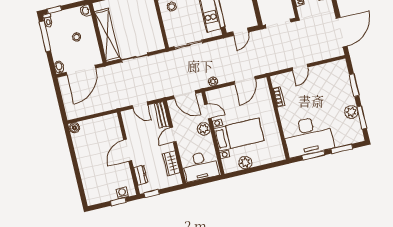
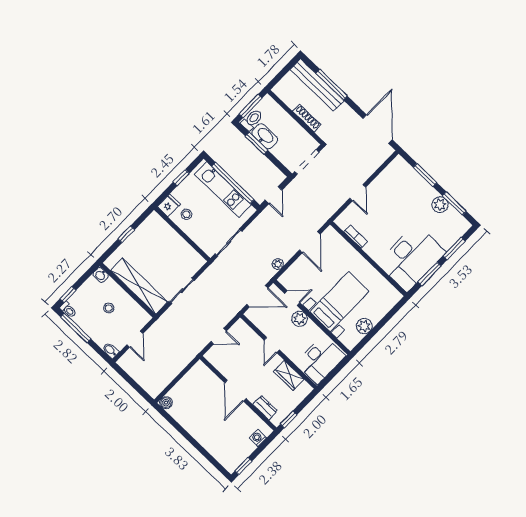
door: (81, 70) -> (135, 339), width x0.53
bench: (162, 115) -> (247, 332), removed
window: (118, 202) -> (243, 466), moved

